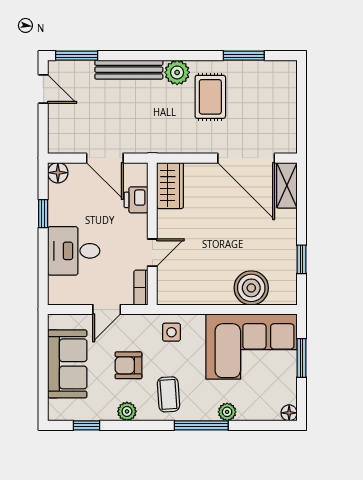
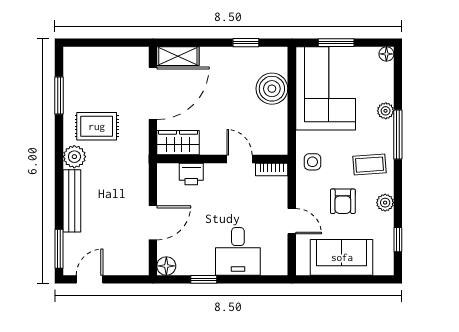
wardrobe: (170, 186) -> (178, 143), moved
printer: (136, 200) -> (191, 174), moved
wall: (152, 234) -> (222, 159), moved
door: (152, 253) -> (240, 159), moved
bookcase: (141, 288) -> (272, 169), moved

